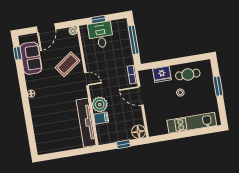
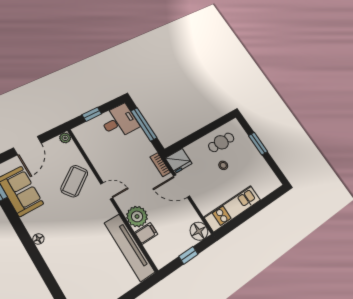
desk: (101, 35) -> (119, 121), moved, turned 90
fridge: (162, 74) -> (179, 161), moved
kitchen unit: (192, 123) -> (233, 208), moved

